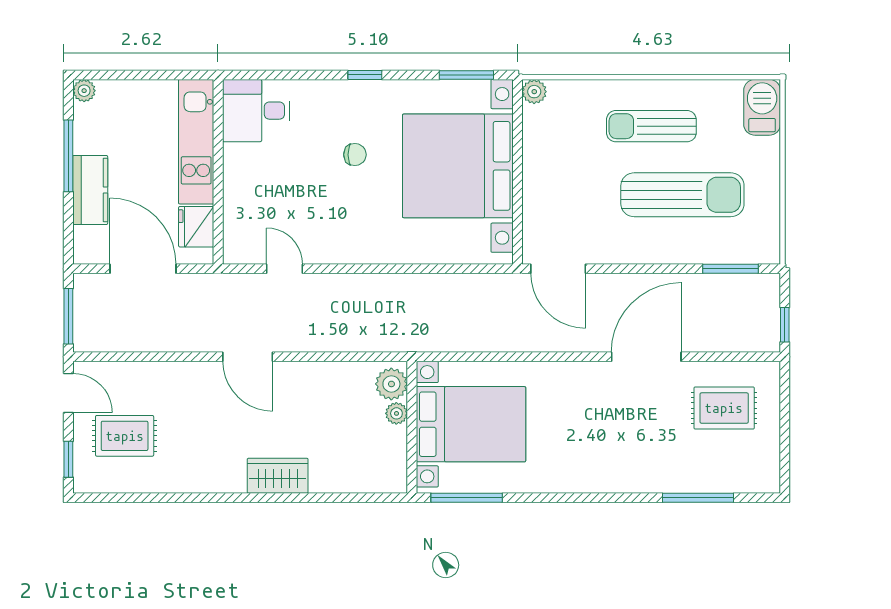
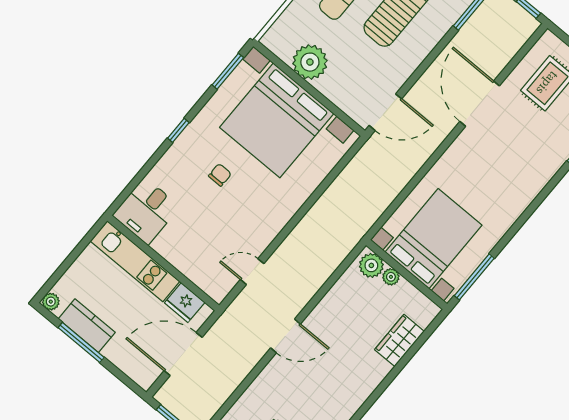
plant: (534, 92) -> (310, 62), moved, width x1.87, depth x1.87
kitchen counter: (90, 190) -> (87, 326), moved
wardrobe: (278, 476) -> (399, 340), moved

